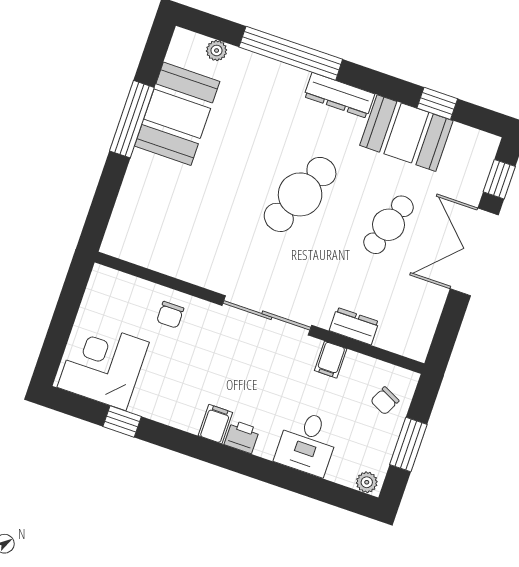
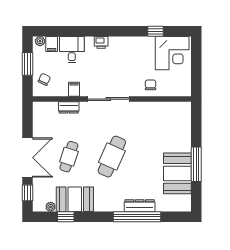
plant: (217, 50) -> (51, 207), moved
dresser: (339, 95) -> (140, 206), moved
filing cabinet: (215, 424) -> (52, 44), moved

